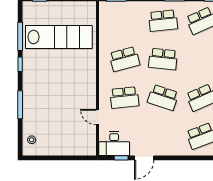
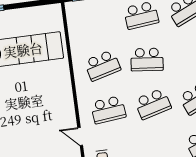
school desk: (163, 98) -> (153, 104), turned -33

